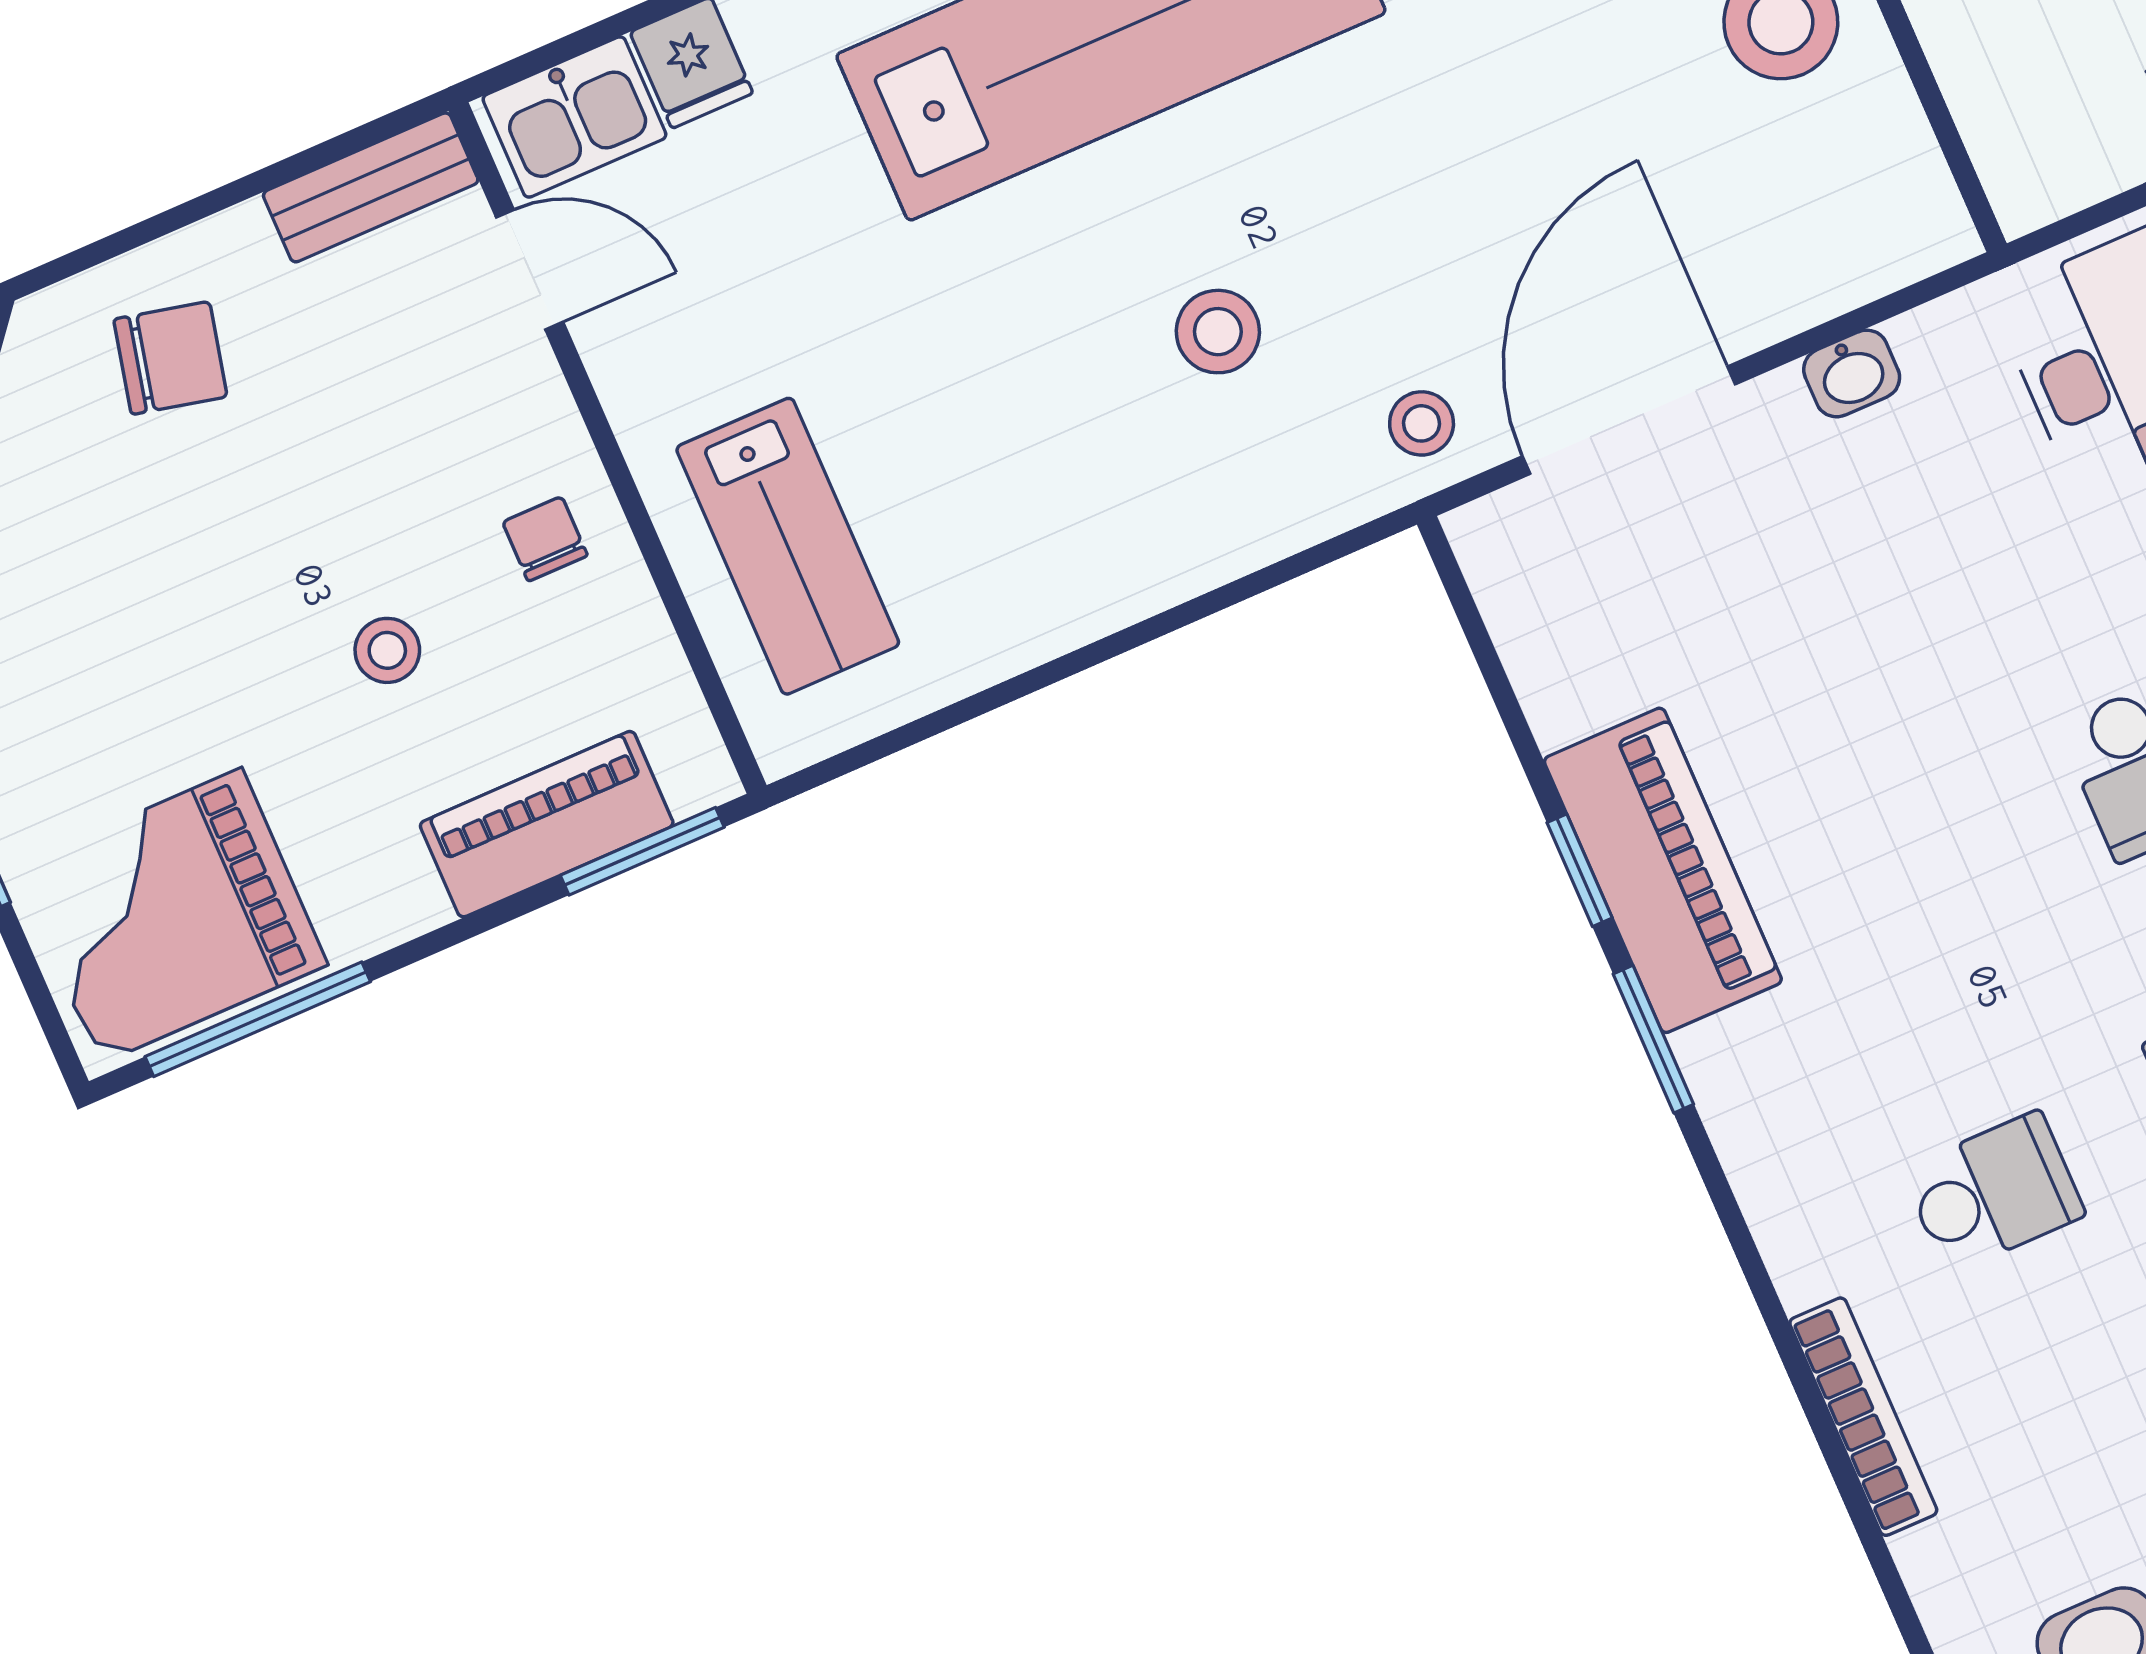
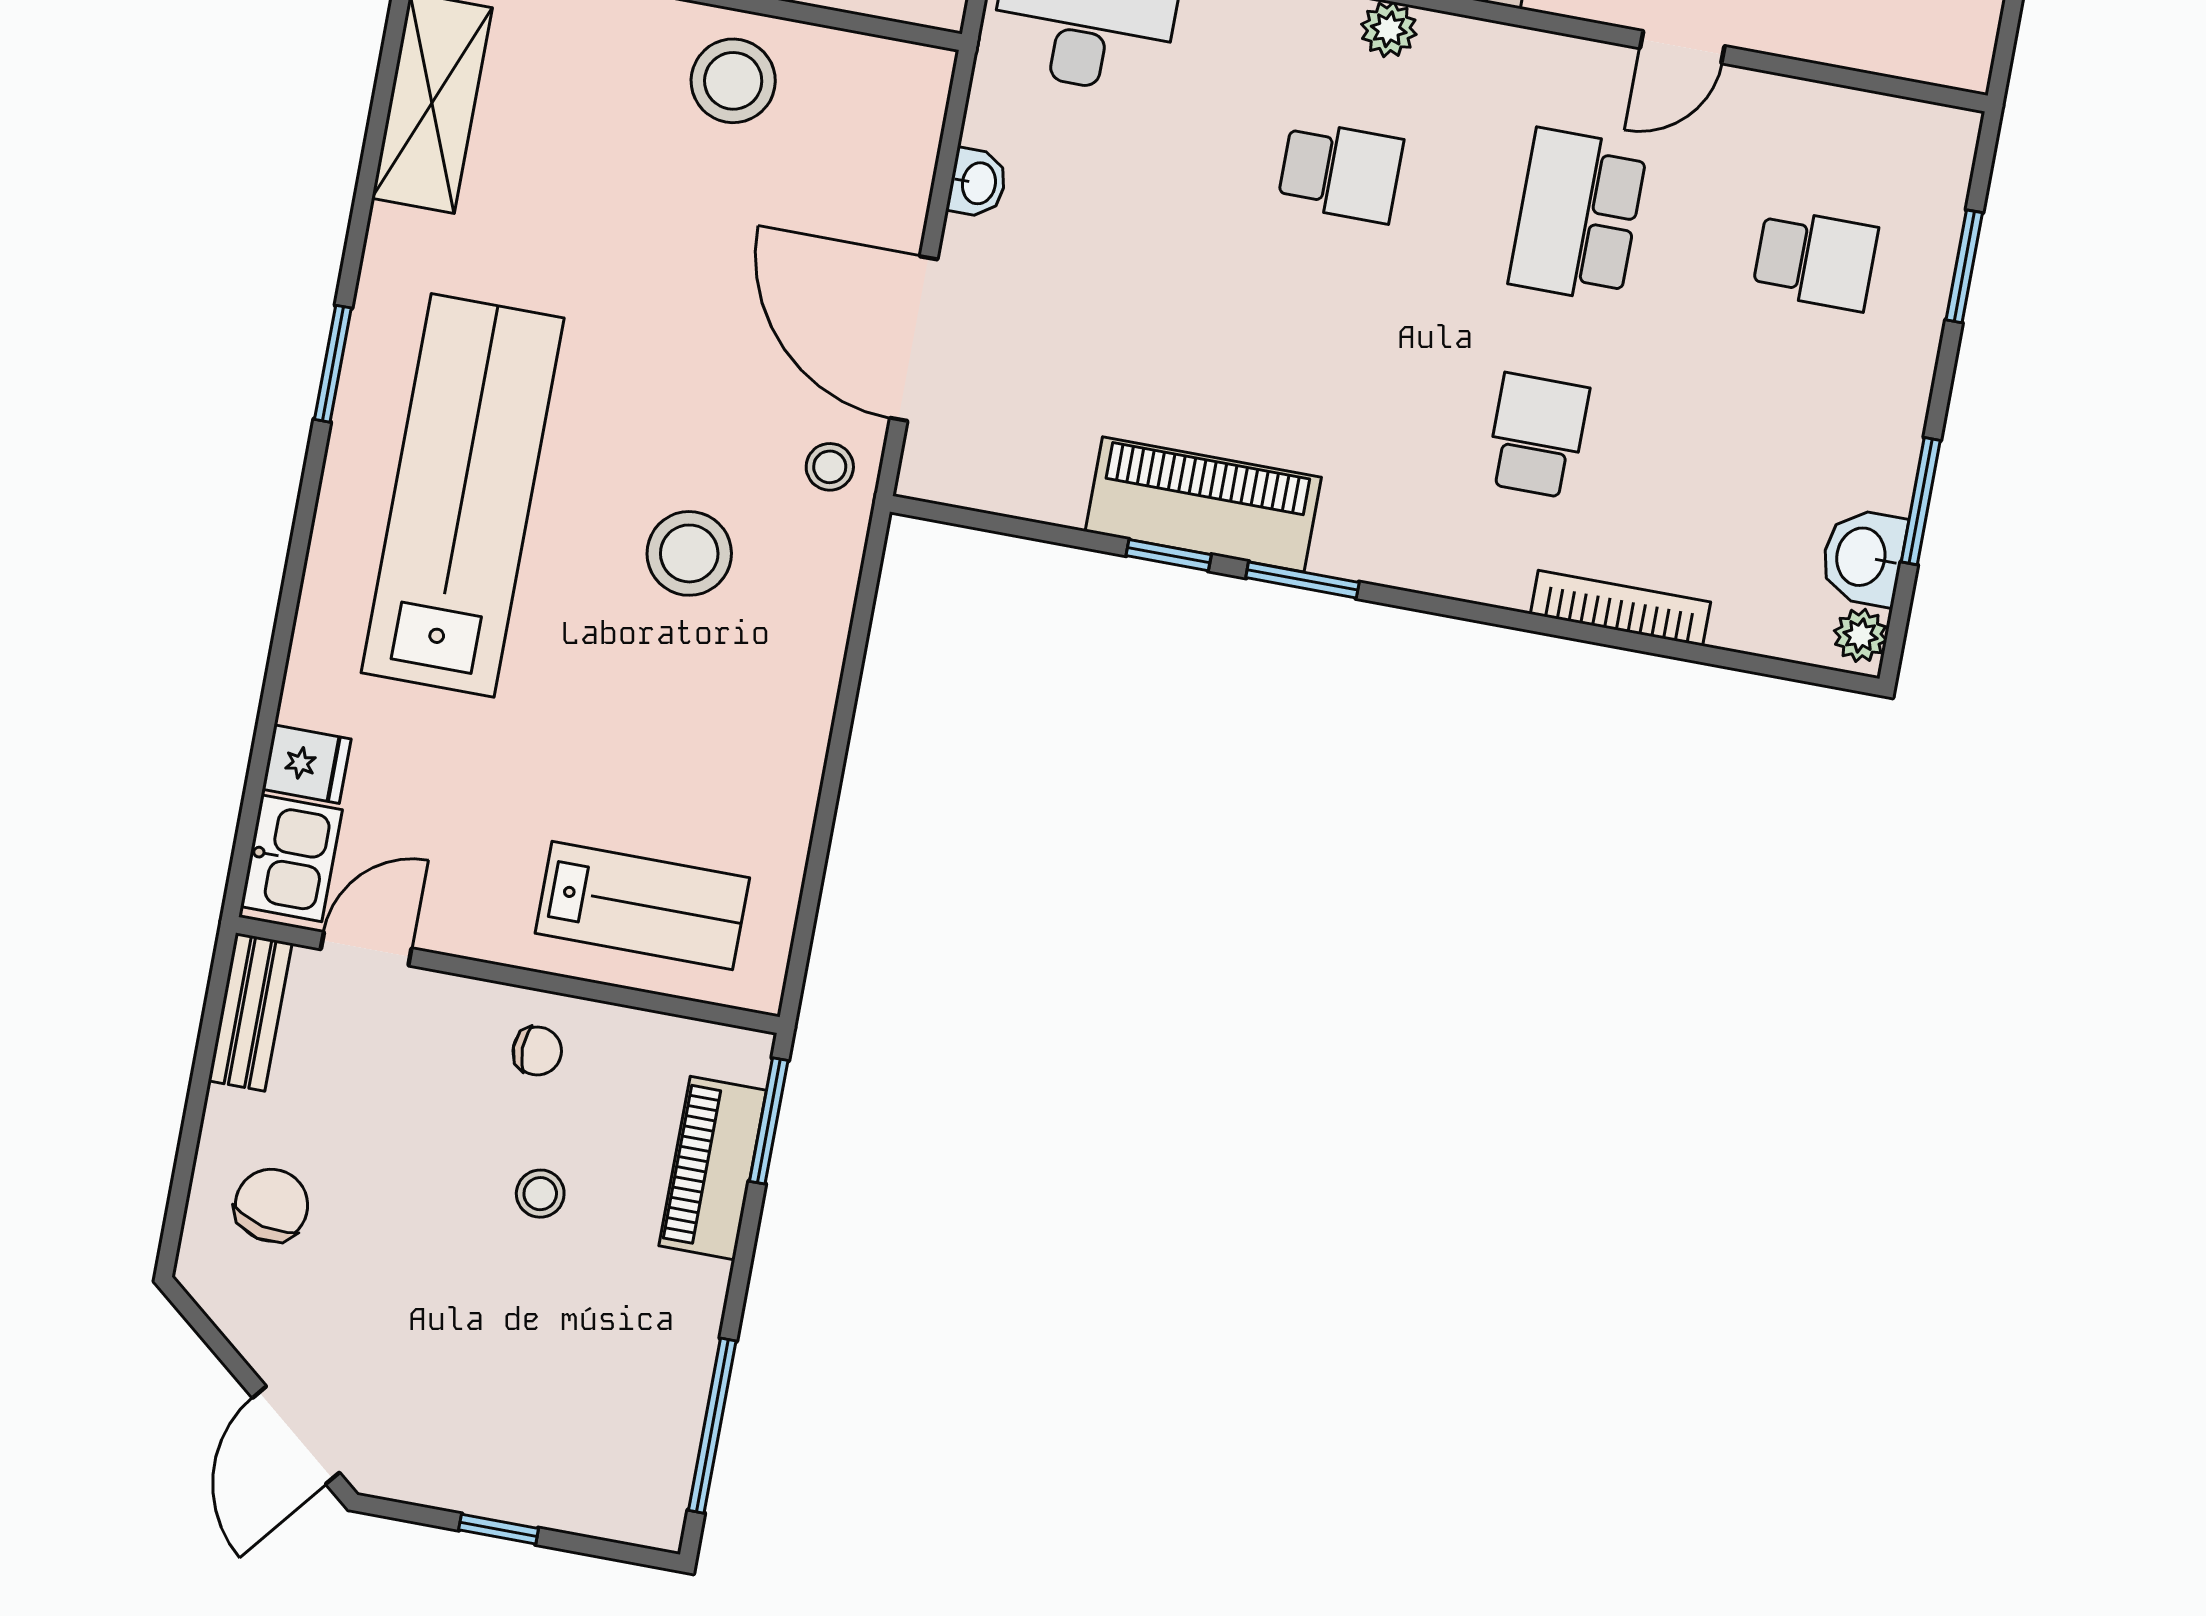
stool: (1218, 332) -> (689, 553), width x1.38, depth x1.38
chair: (545, 539) -> (537, 1051), turned 180
grand piano: (171, 916) -> (613, 1436), removed

